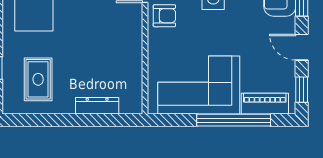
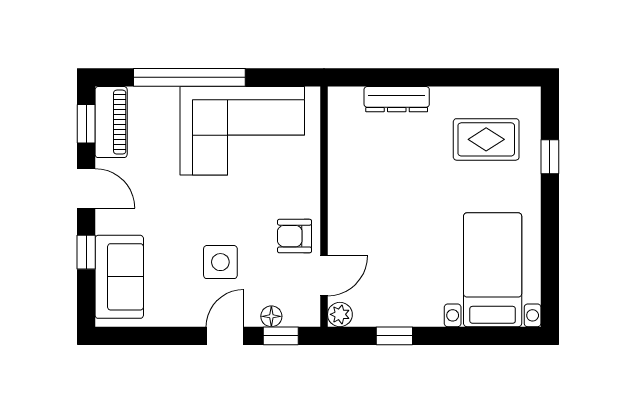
rug: (38, 79) -> (486, 139), turned 90
piano: (265, 104) -> (111, 122), moved, turned -90

